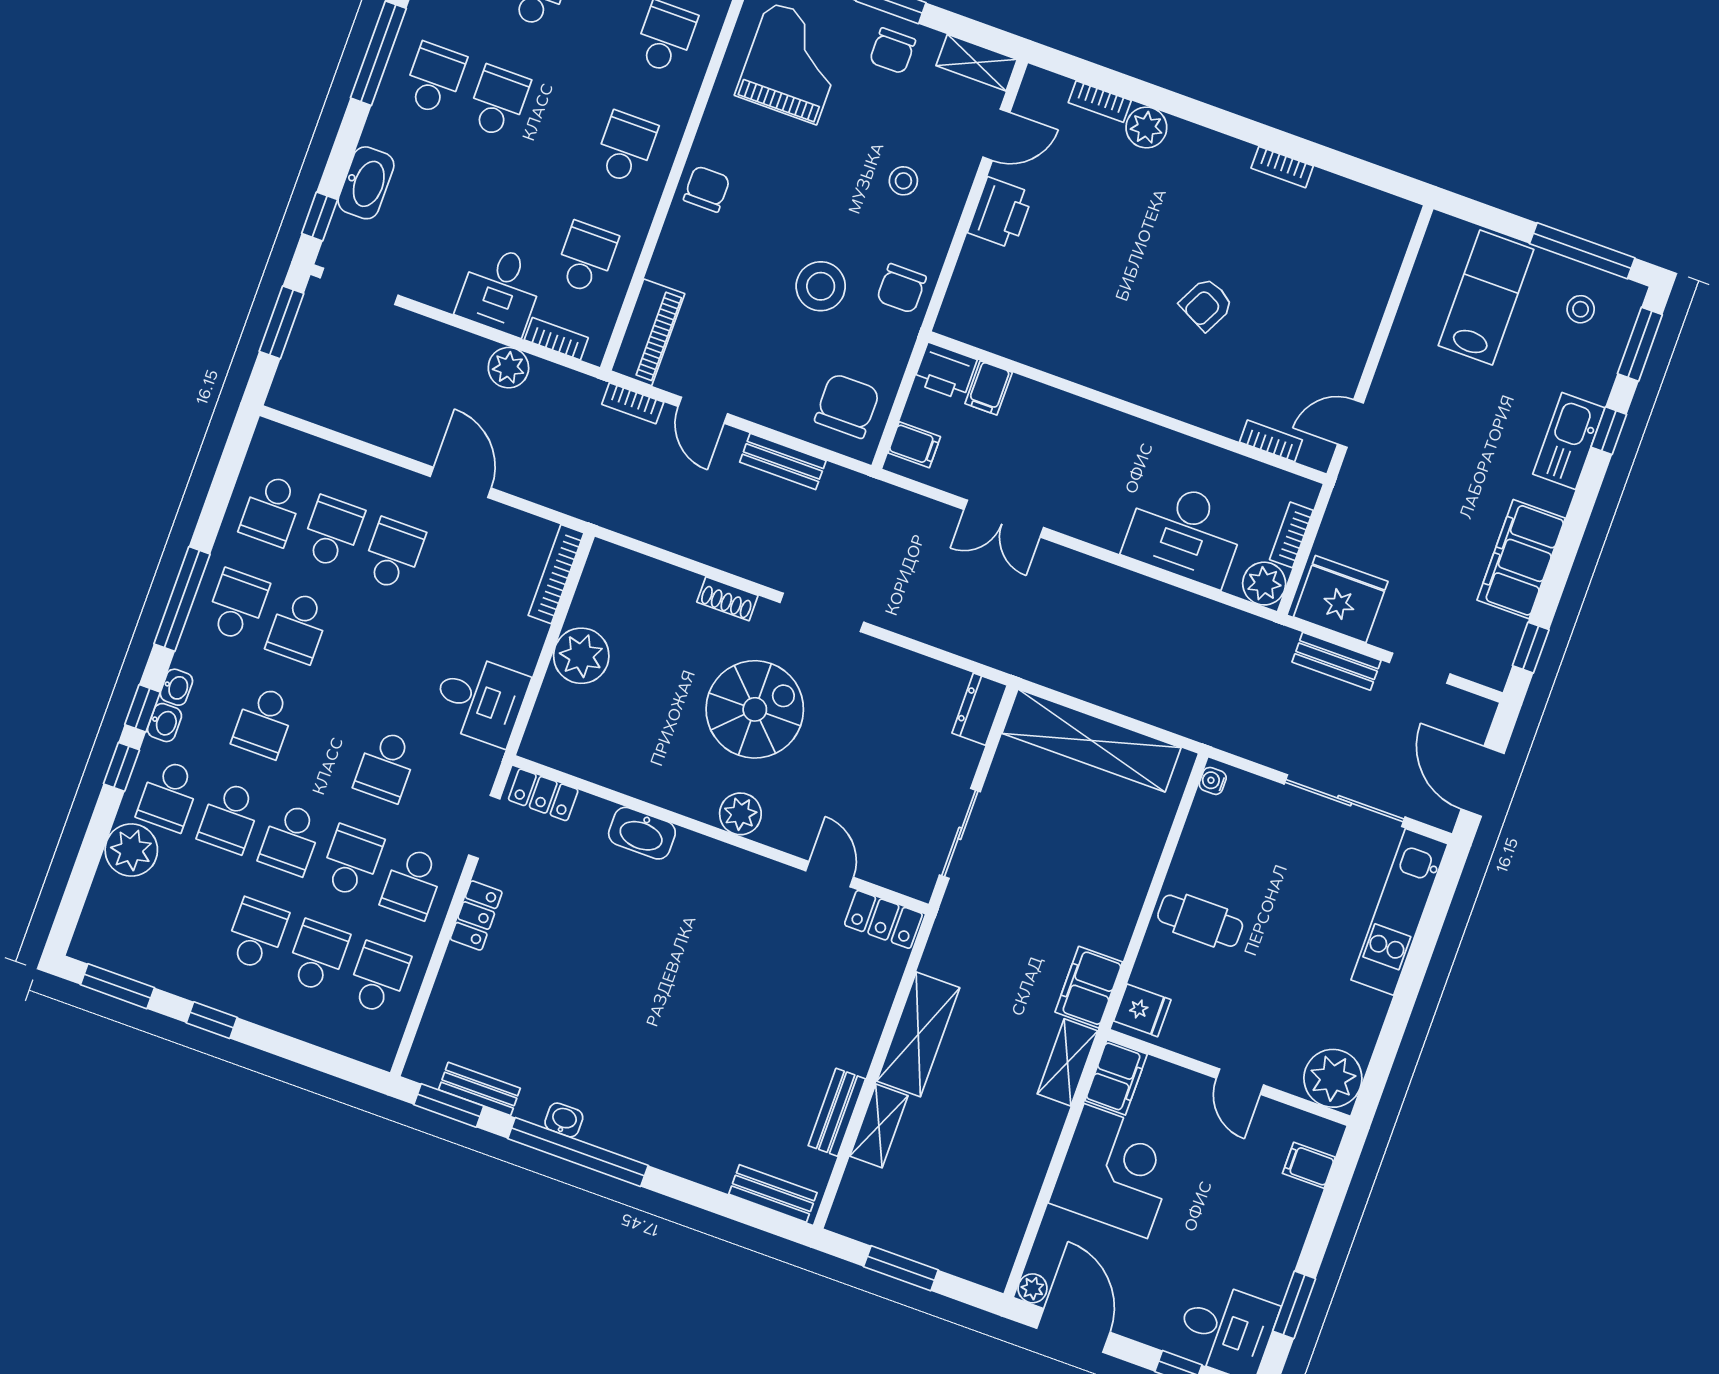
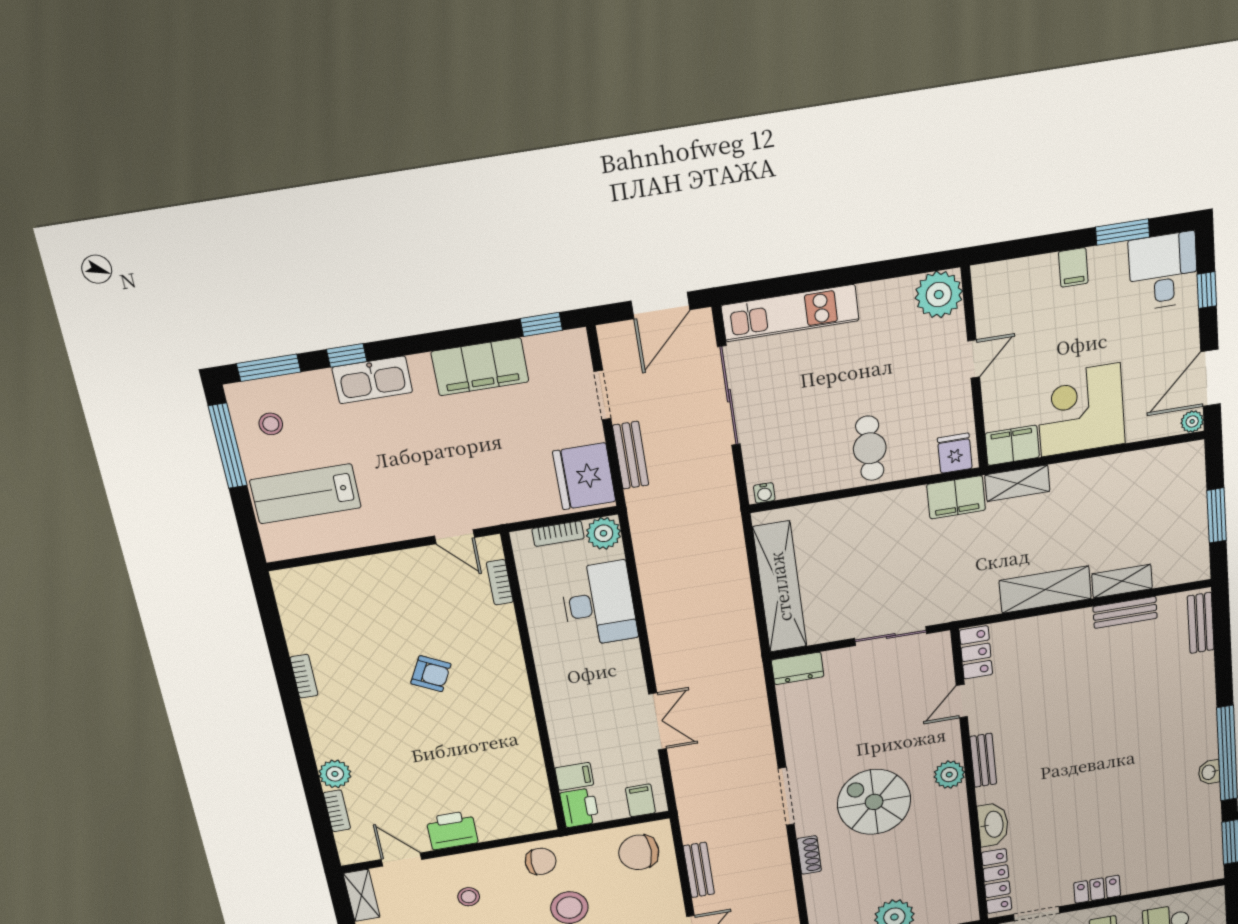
locker: (543, 795) -> (997, 881), width x1.53
bench: (479, 1089) -> (983, 760), moved
filing cabinet: (1309, 1165) -> (1073, 267), moved

